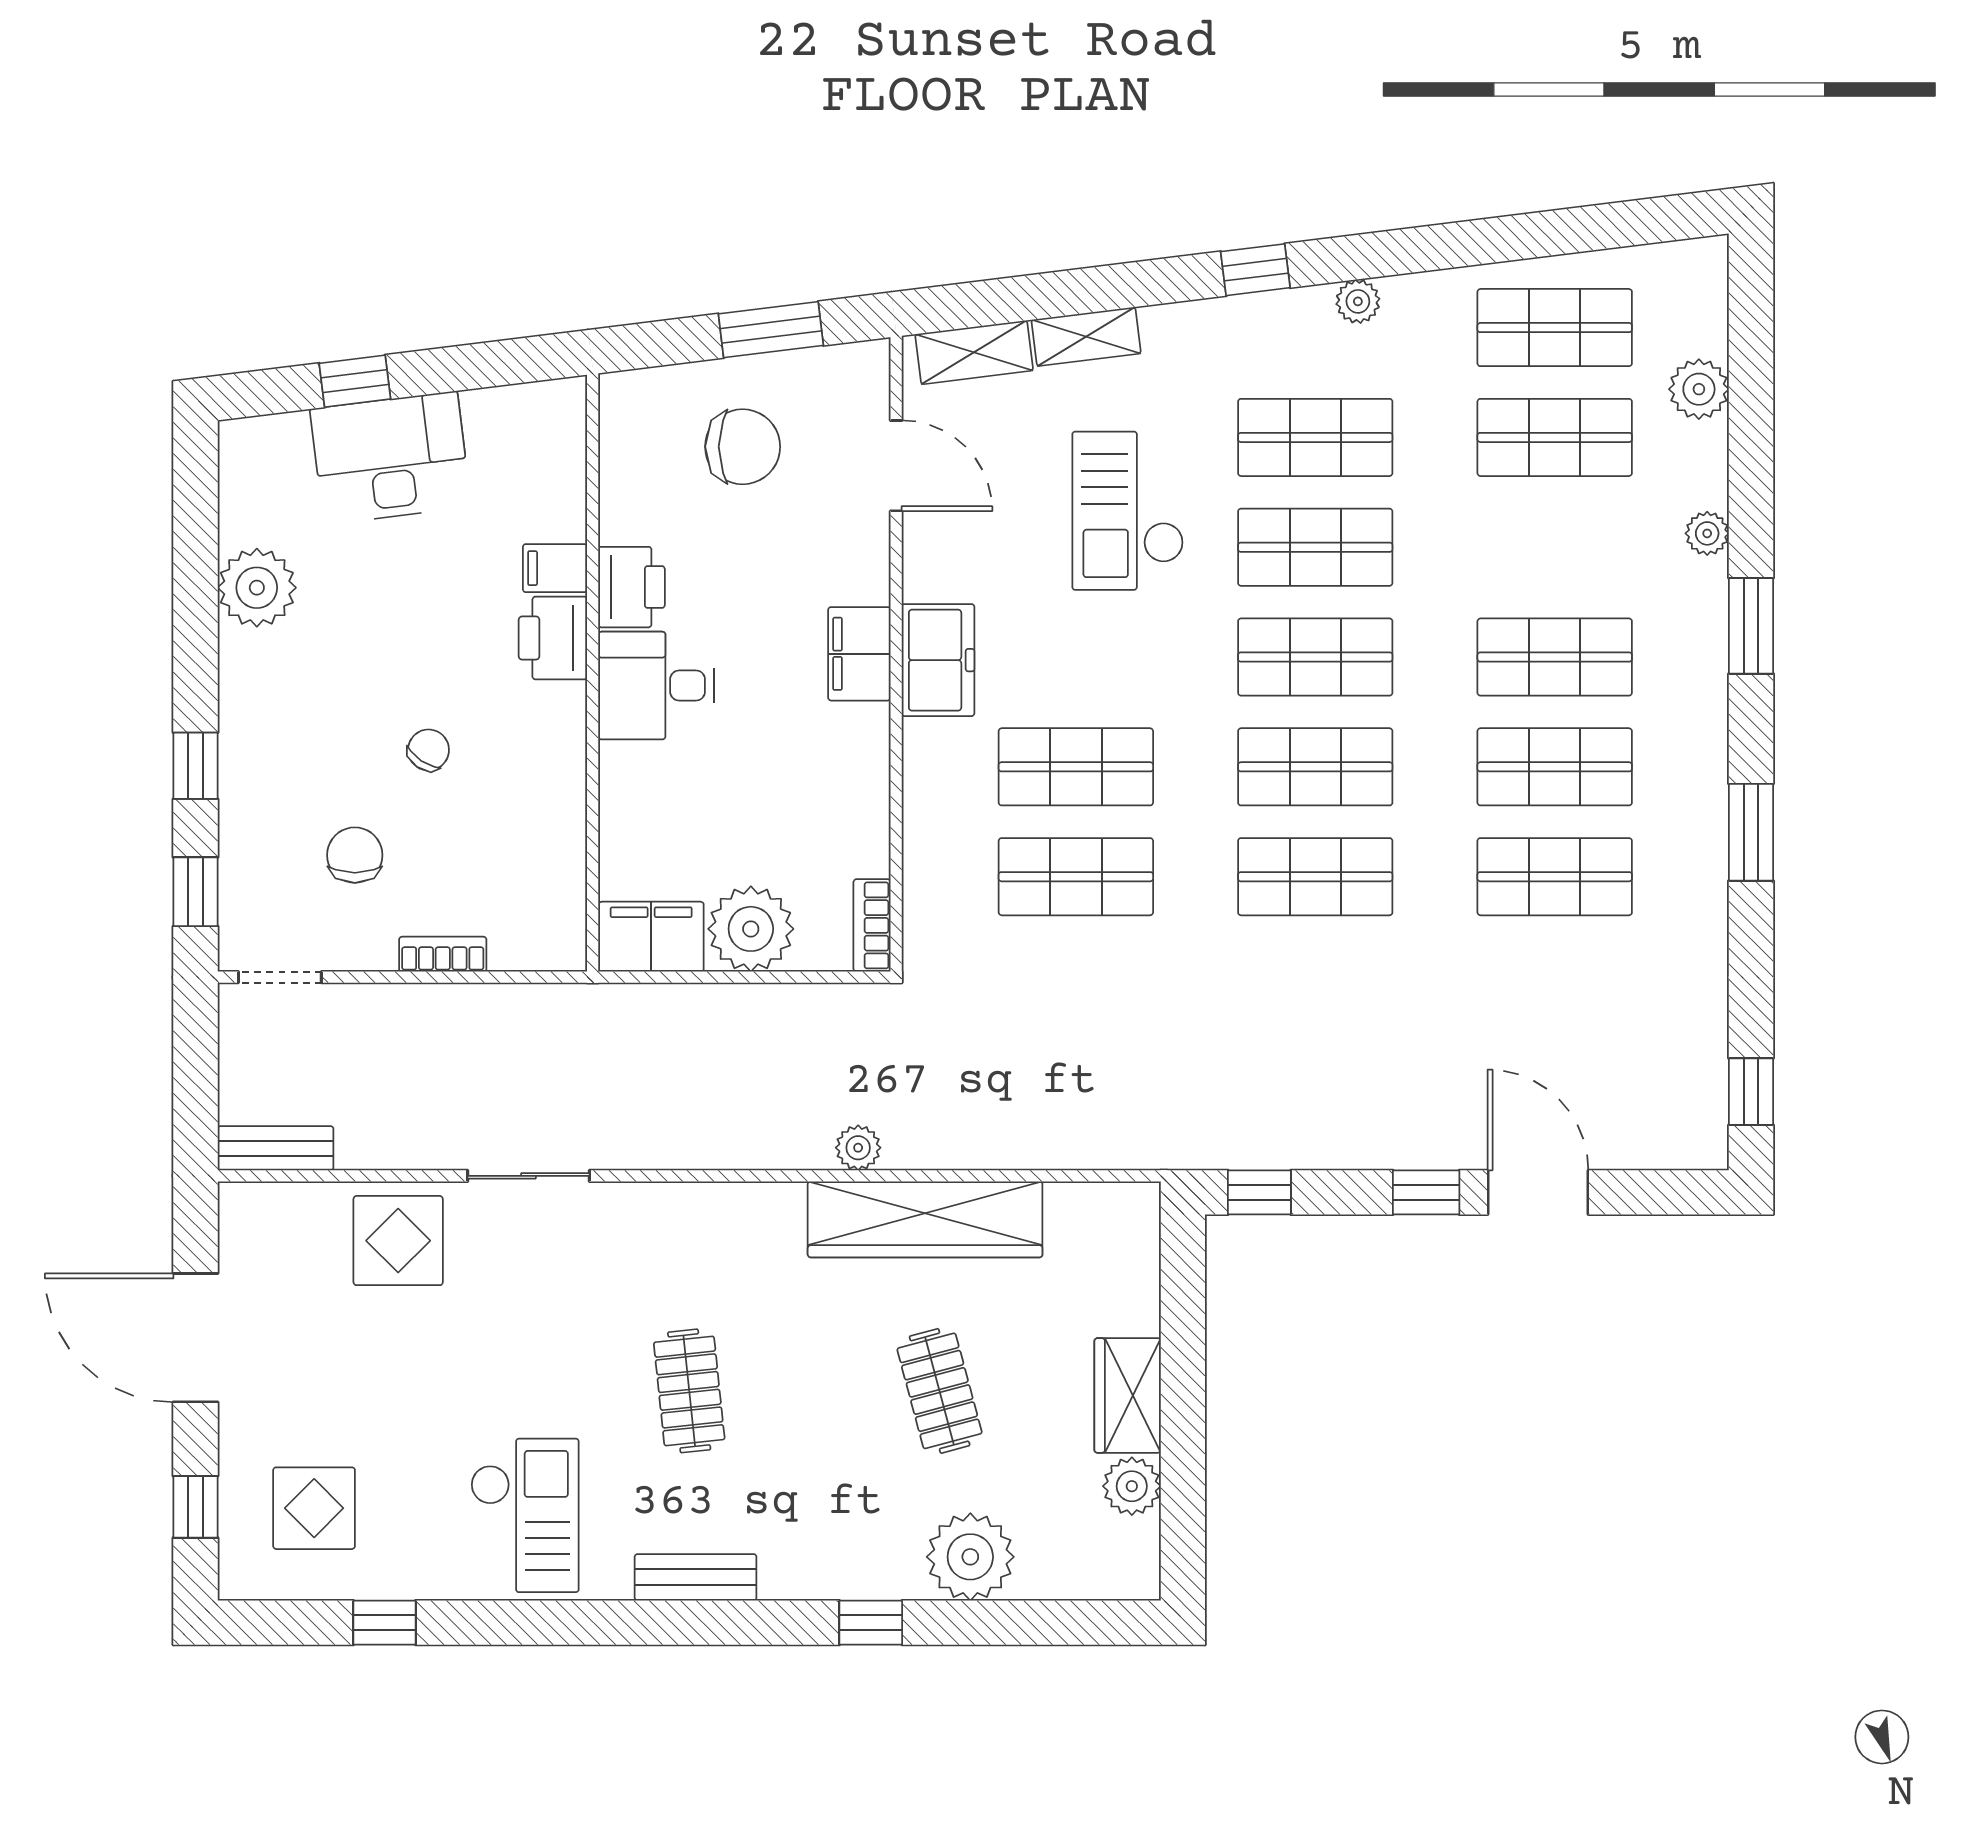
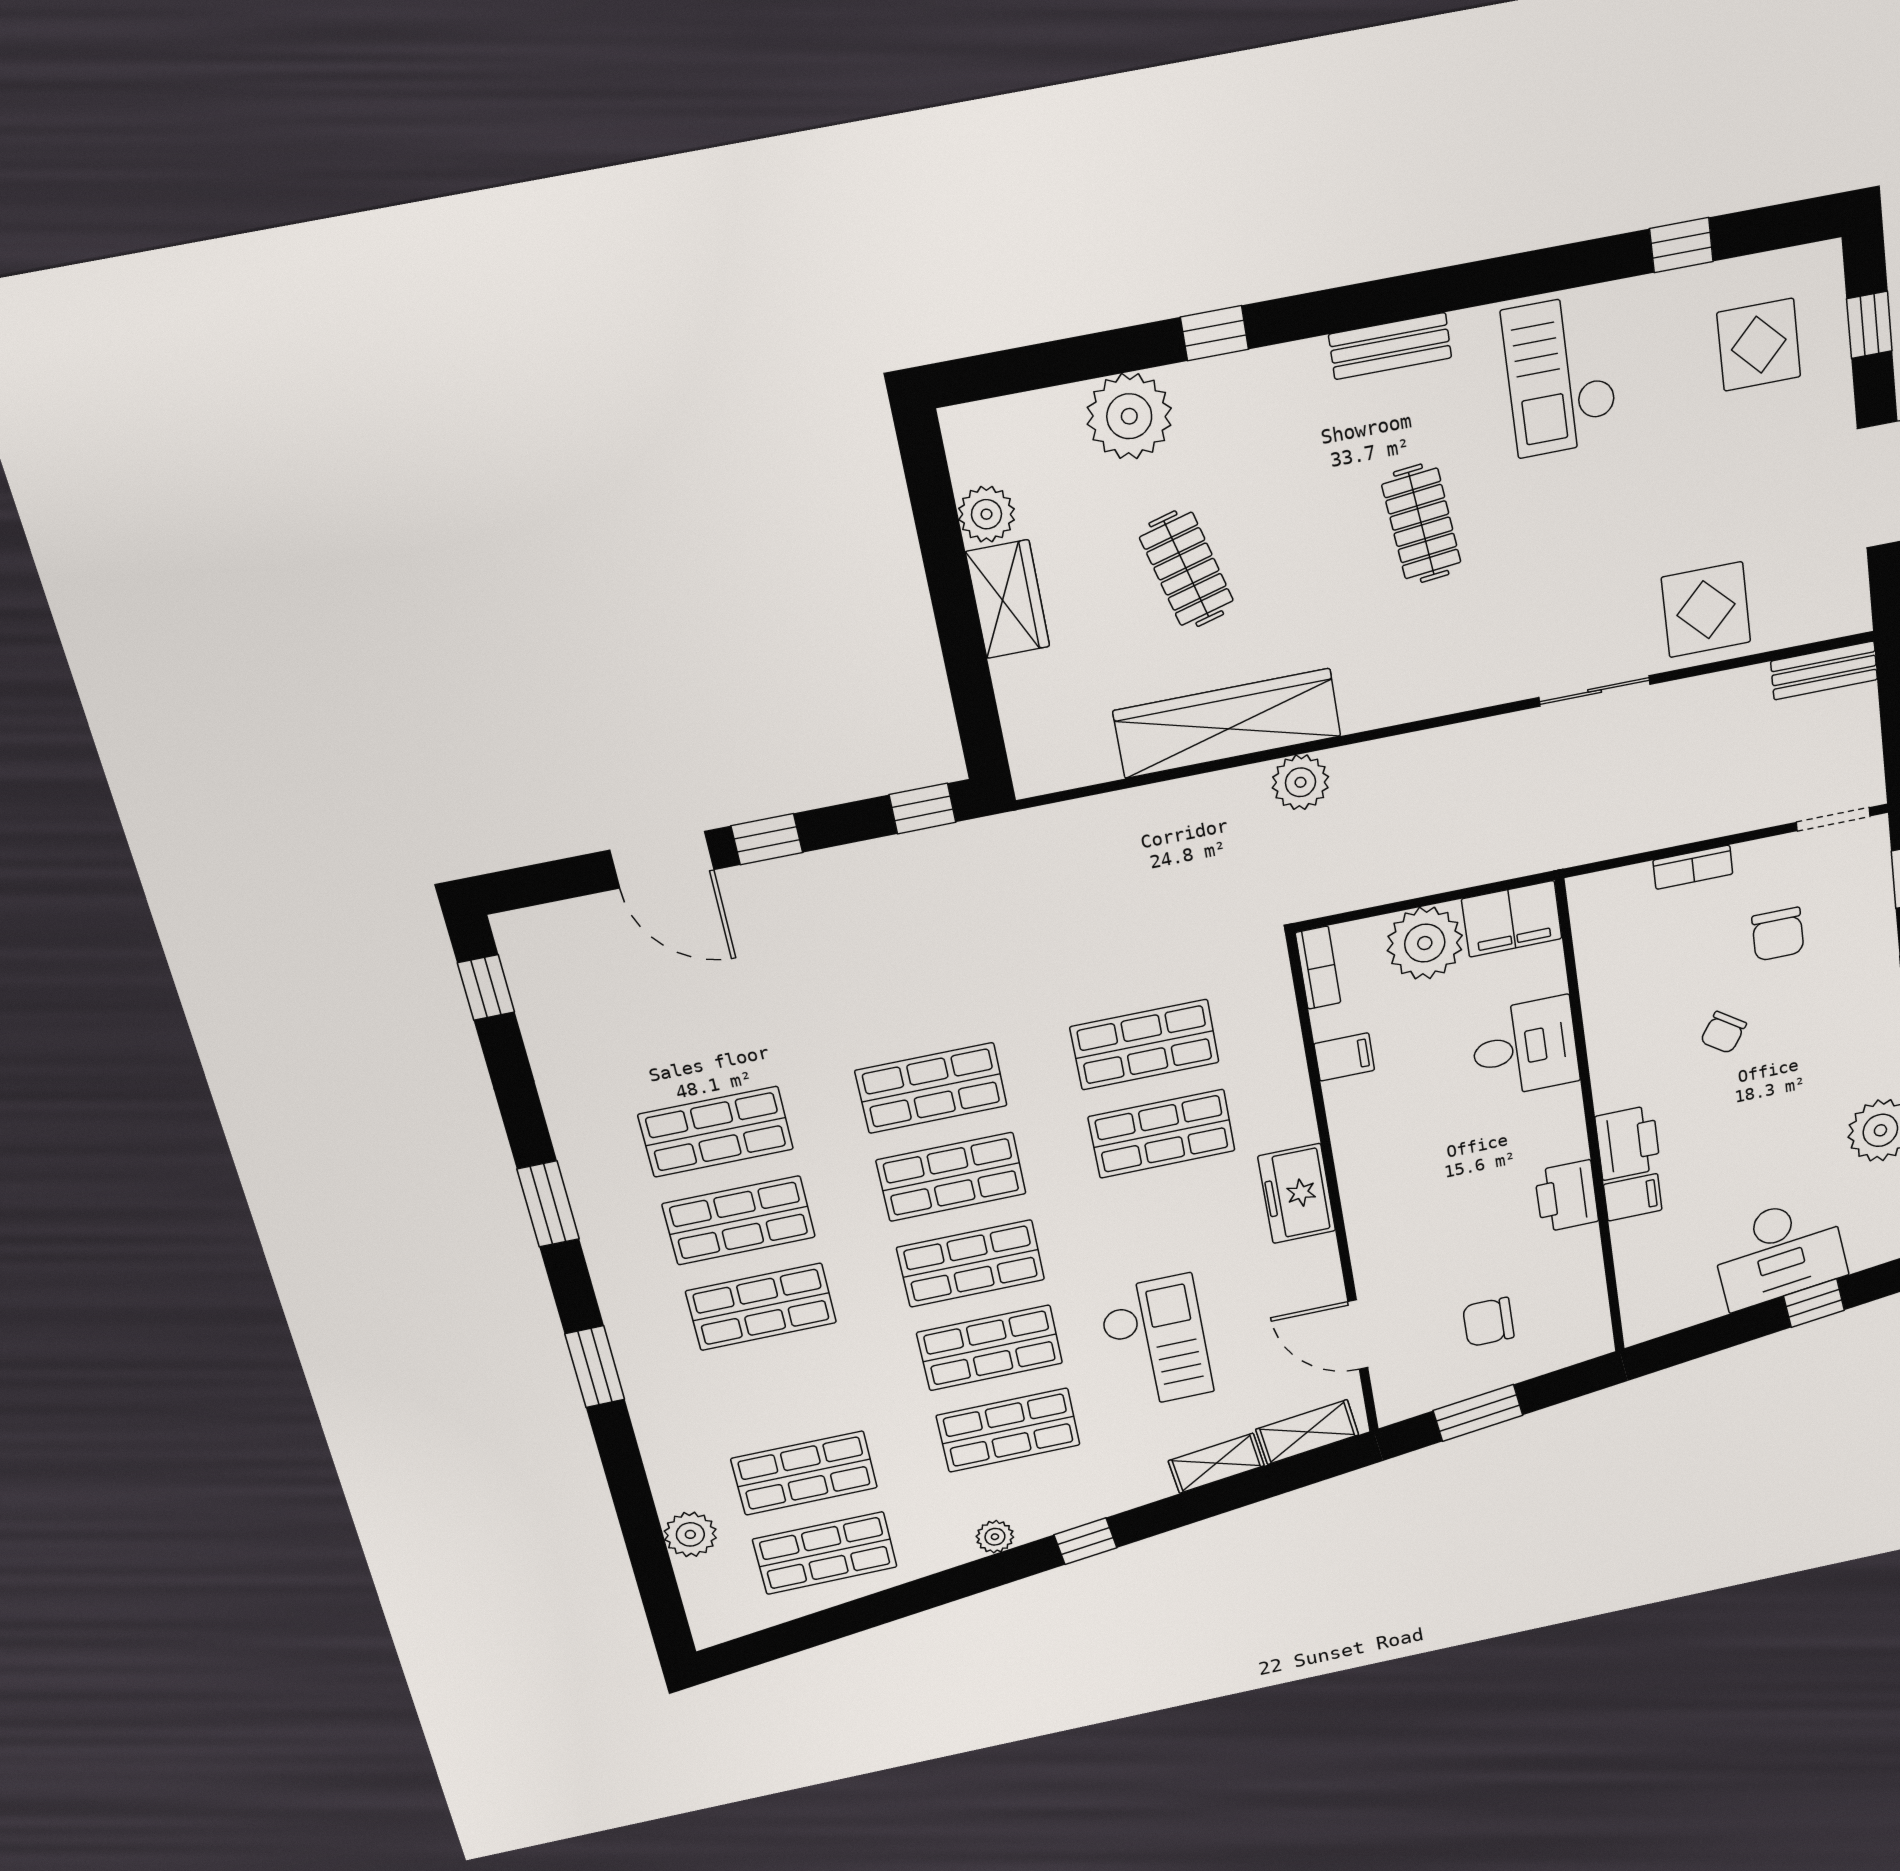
chair: (743, 447) -> (1488, 1322), width x0.73, depth x0.73
plant: (1707, 533) -> (653, 1429), removed
filing cabinet: (859, 654) -> (1344, 1057), moved, width x0.50
desk: (656, 686) -> (1525, 1047), moved
plant: (858, 1148) -> (1300, 782), width x1.38, depth x1.38

